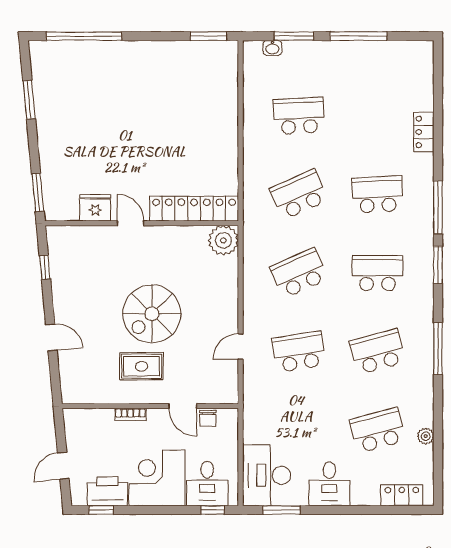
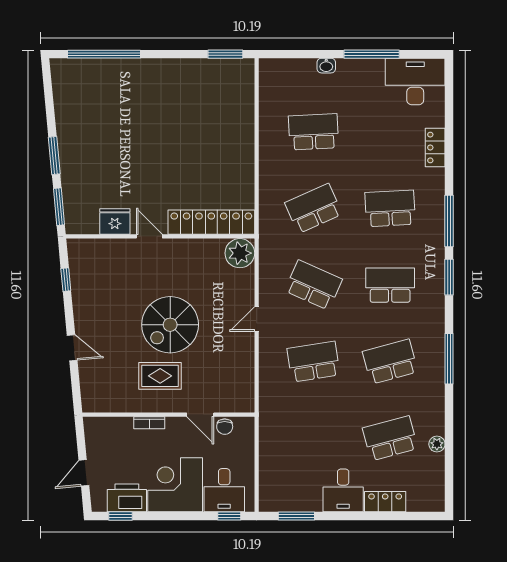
window: (294, 36) -> (309, 54), removed
washbasin: (272, 48) -> (326, 66), moved
window: (29, 100) -> (54, 156), moved
school desk: (299, 273) -> (313, 285), turned 48
door: (241, 347) -> (257, 319), moved
desk: (267, 475) -> (415, 82), moved, turned 90
locker: (402, 495) -> (385, 502), moved

